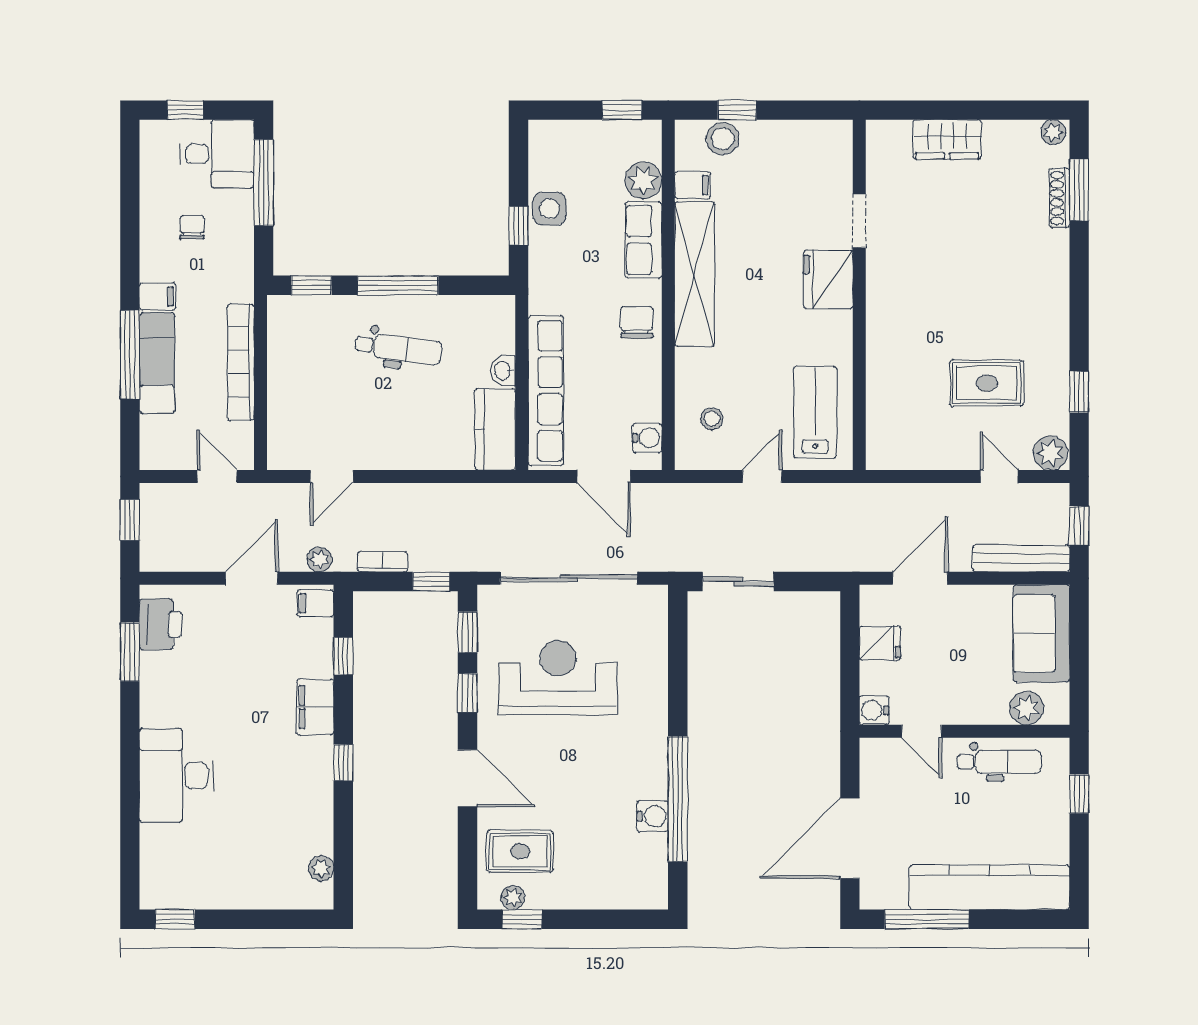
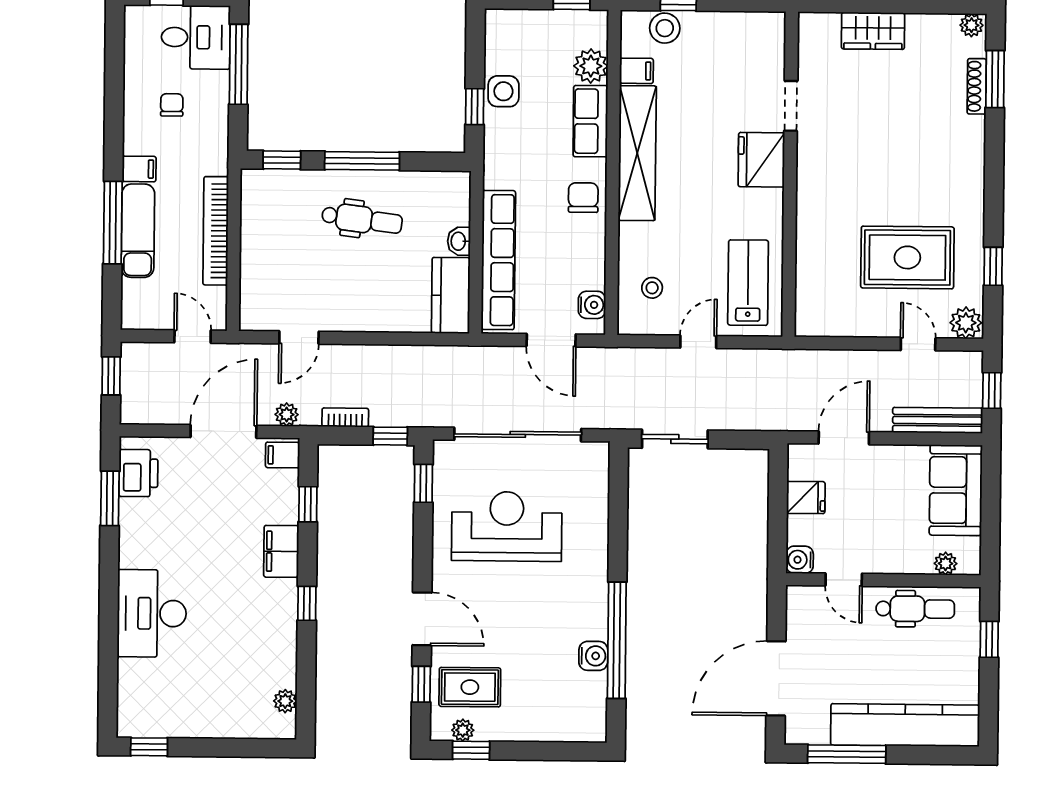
rug: (987, 383) -> (907, 257), width x1.36, depth x1.43
door: (252, 578) -> (223, 431), width x1.36
window: (468, 693) -> (421, 684), moved
plant: (1027, 708) -> (946, 563), width x0.73, depth x0.73

